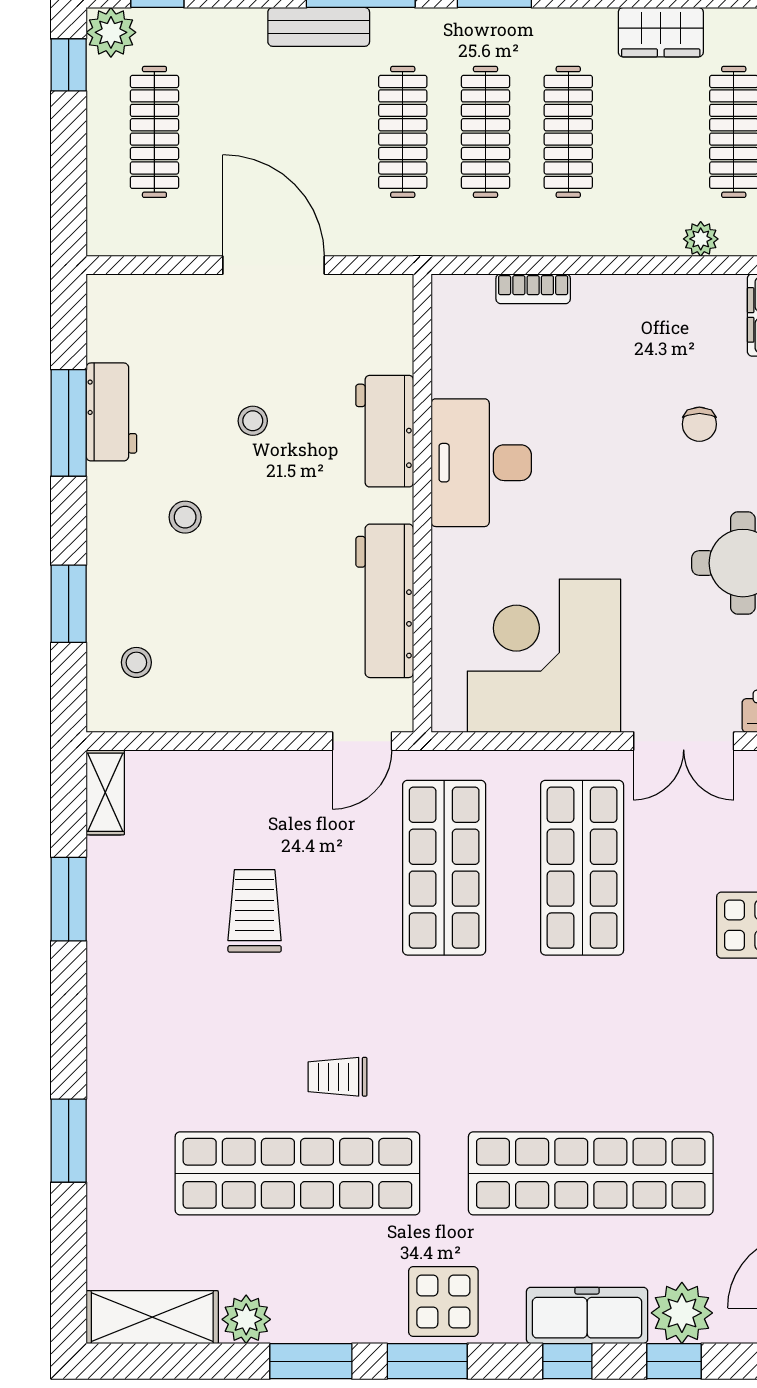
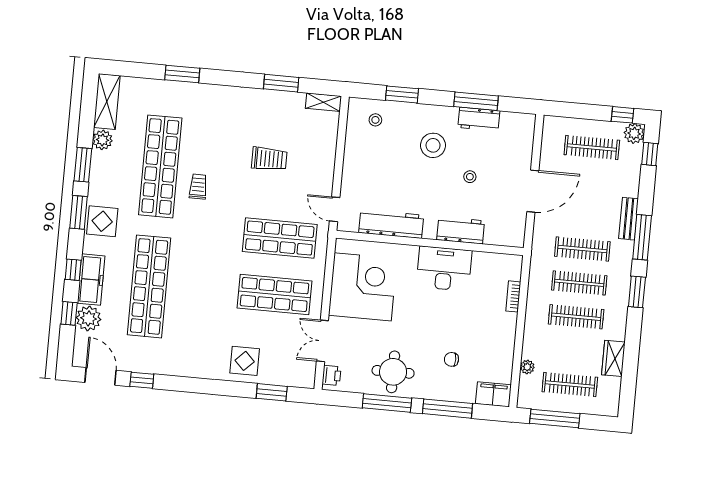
stool: (185, 517) -> (433, 145), width x1.89, depth x1.89

